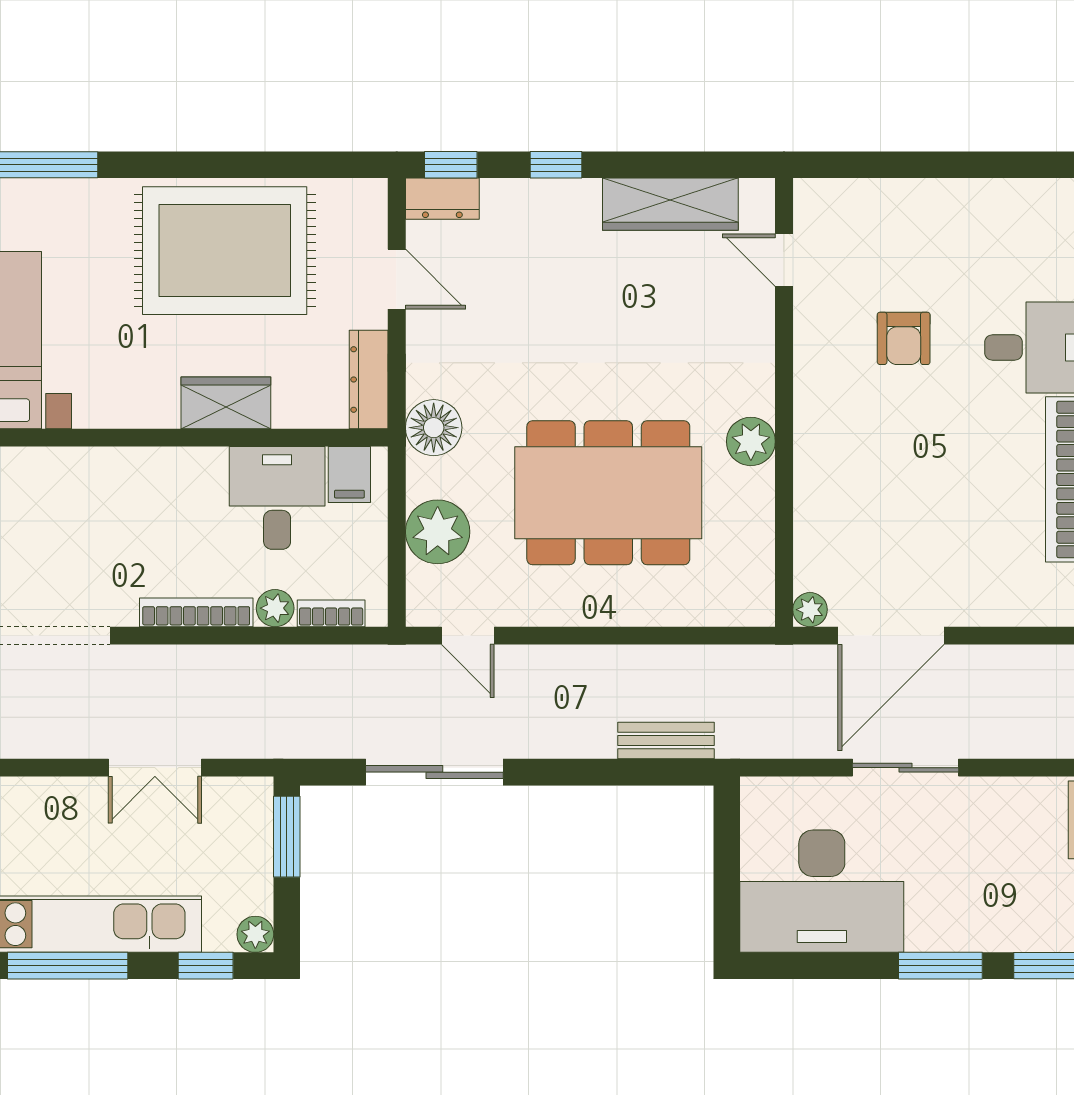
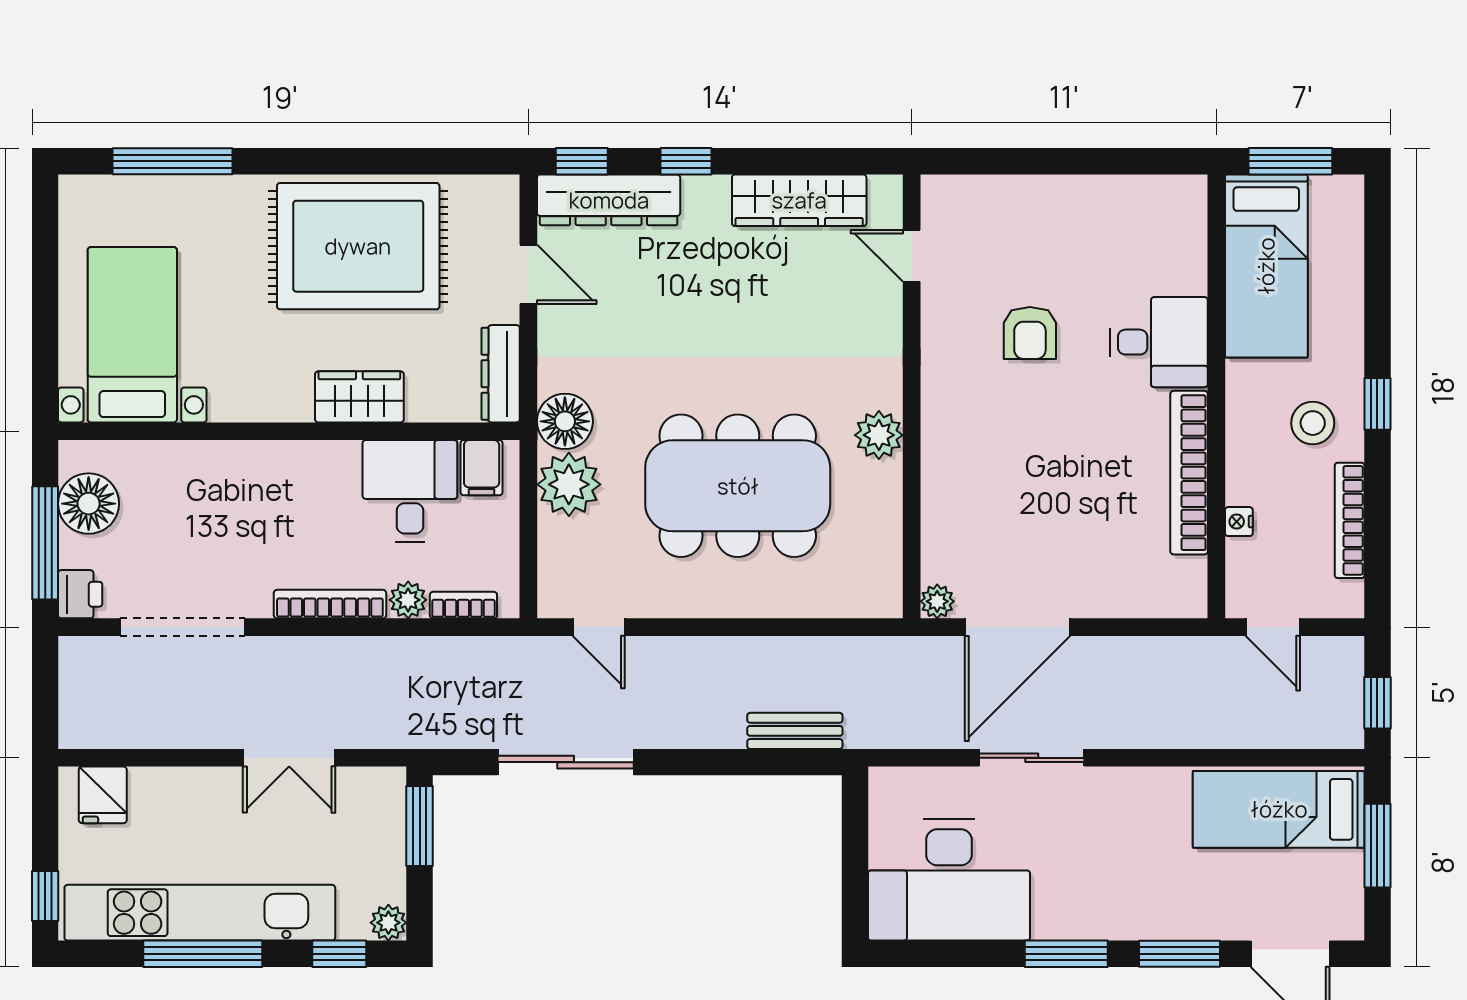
dresser: (442, 199) -> (609, 200), width x1.96, depth x1.24
plant: (438, 532) -> (569, 484), moved

